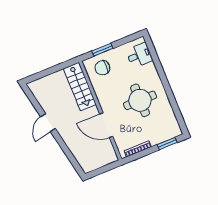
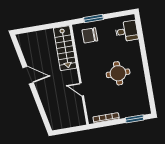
round table: (140, 100) -> (118, 73), width x0.73, depth x0.73
door: (48, 123) -> (28, 75), swing flipped
door: (106, 125) -> (82, 89), width x0.53

